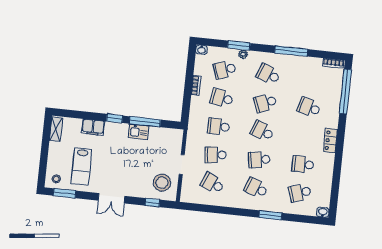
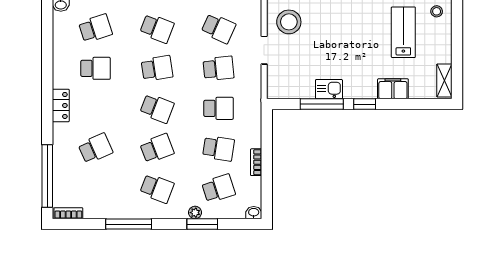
school desk: (309, 107) -> (95, 148), turned -39

